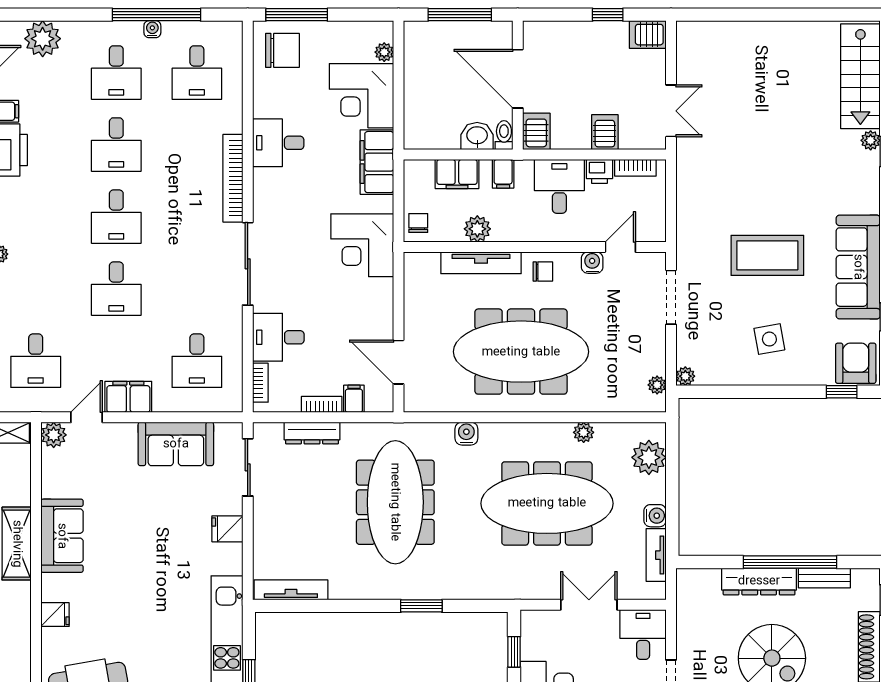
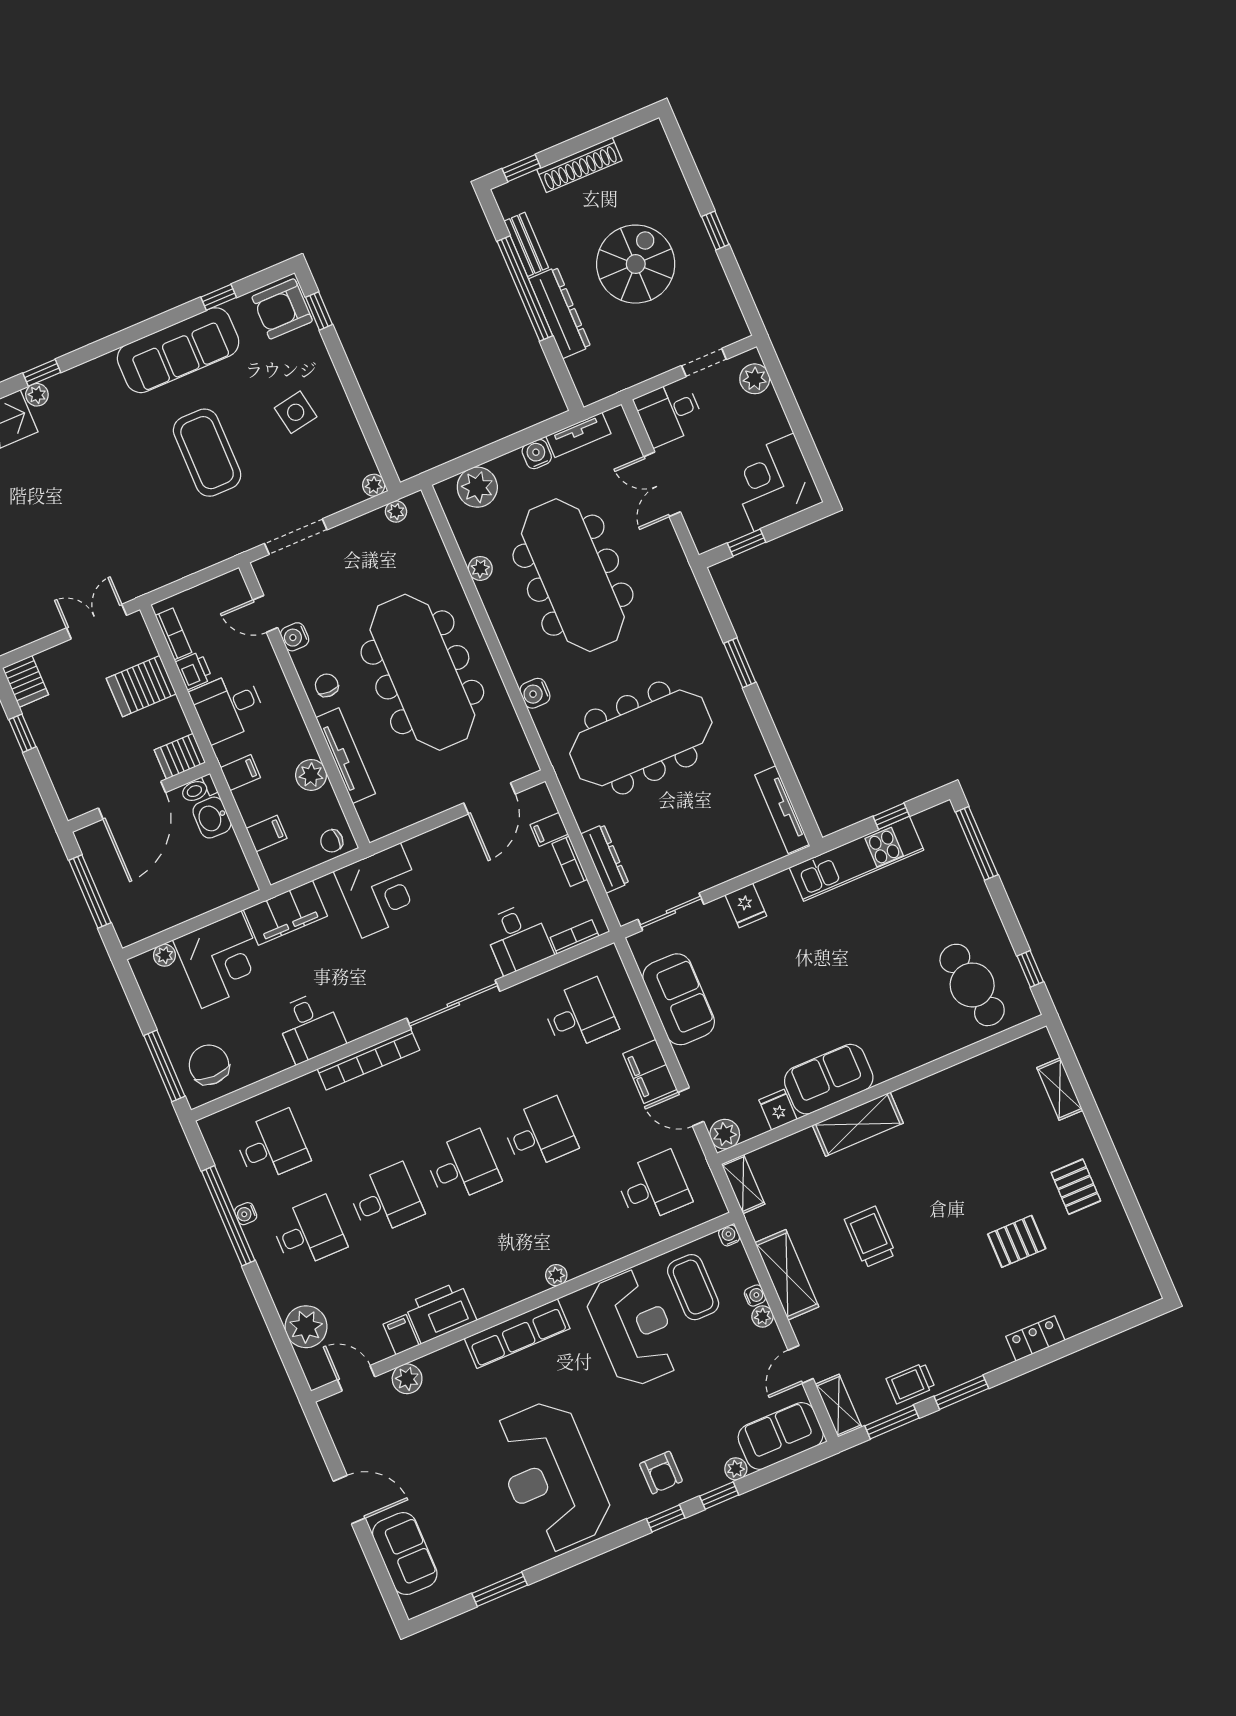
server rack: (605, 132) -> (141, 686), width x1.36, depth x1.44
filing cabinet: (457, 174) -> (267, 833), width x0.50
fridge: (55, 615) -> (778, 1110), moved

